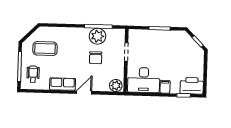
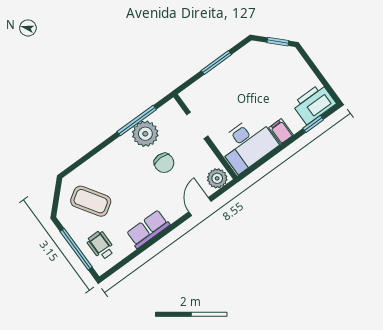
coffee table: (45, 49) -> (91, 201), turned 57
door: (84, 92) -> (200, 207), moved

